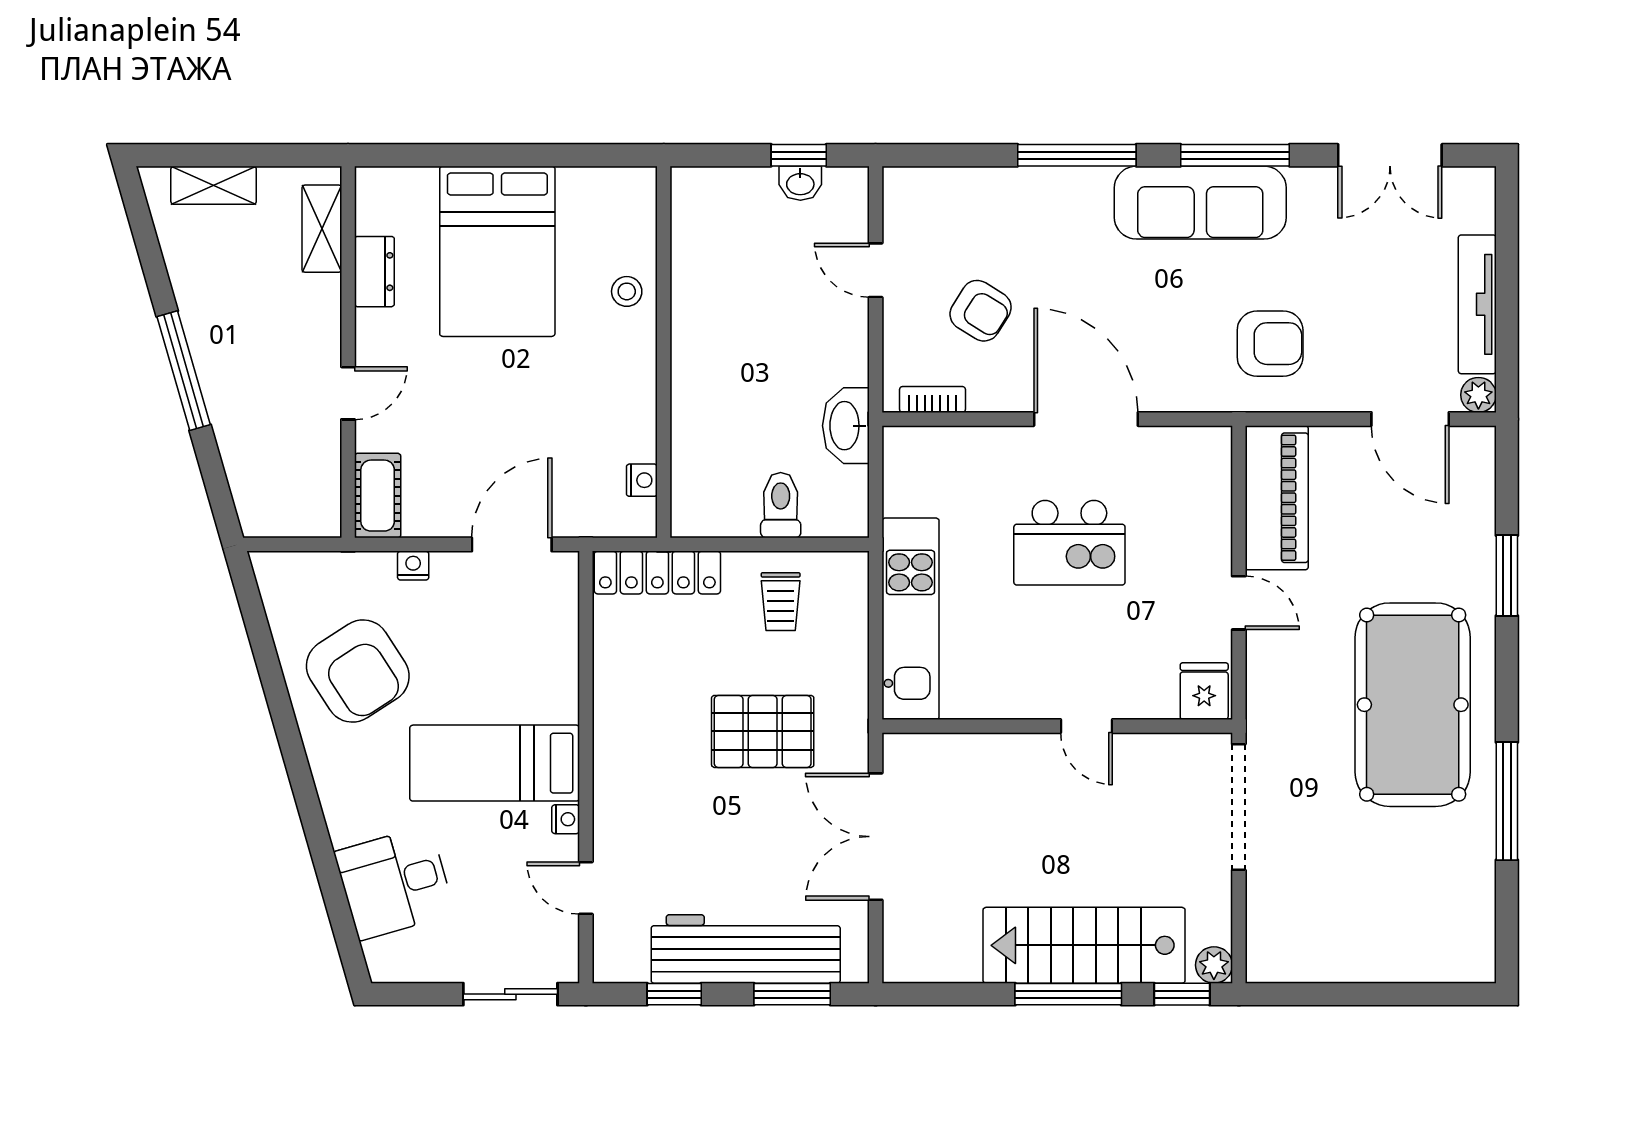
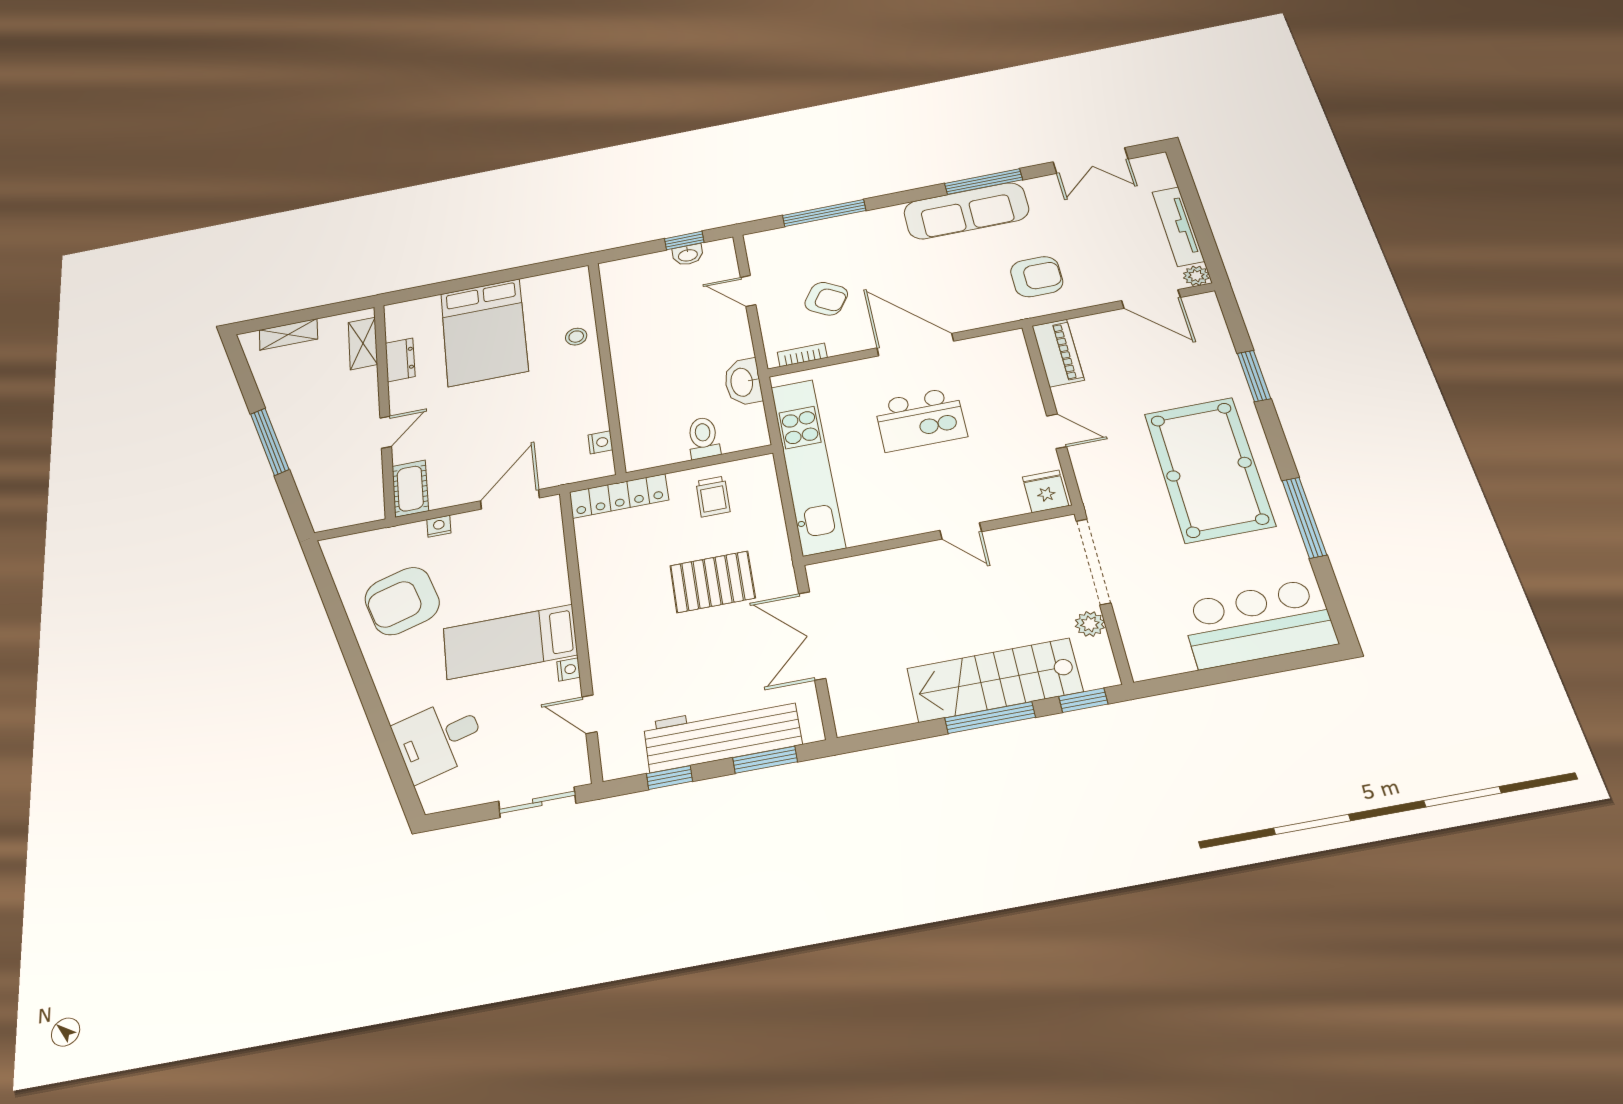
window: (1077, 155) -> (824, 213), moved
piano: (1277, 498) -> (1058, 353), width x0.73, depth x0.75
kitchen unit: (910, 619) -> (807, 466), width x1.36
armchair: (358, 671) -> (402, 601), turned 106
bar counter: (1411, 936) -> (1258, 624), added
plant: (1214, 965) -> (1090, 624), moved

